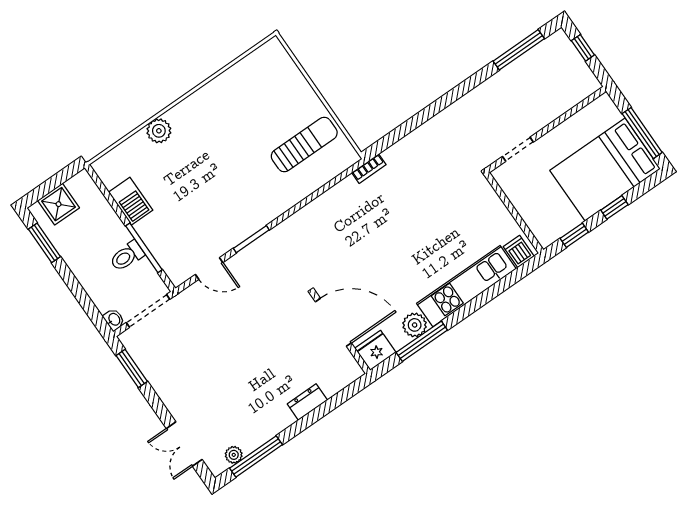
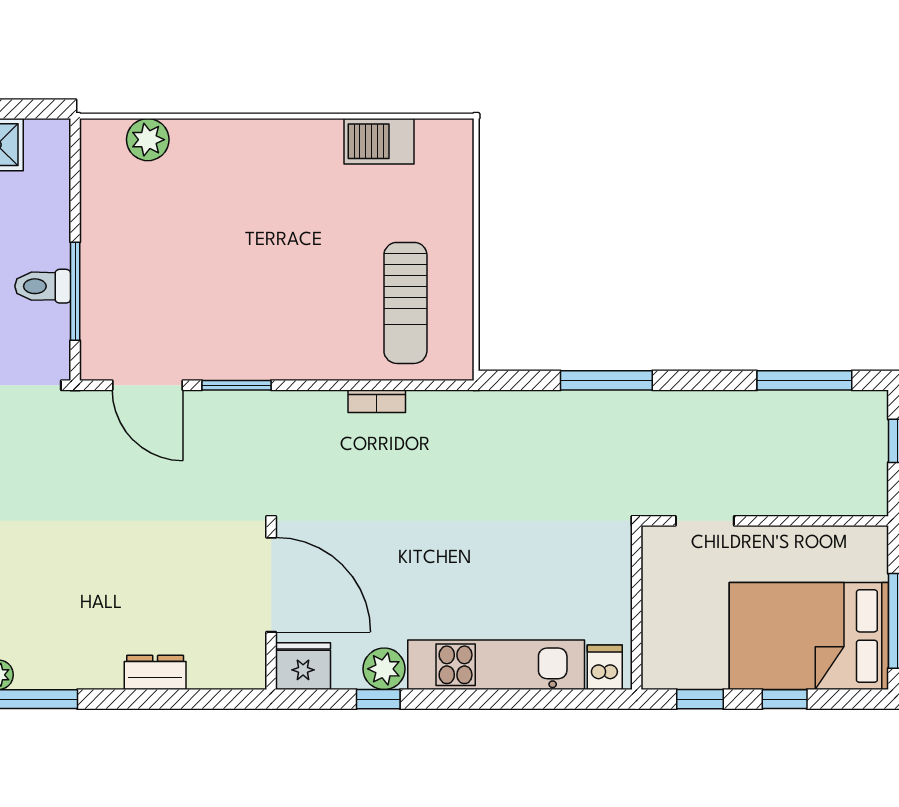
window: (425, 115) -> (606, 380), added
plant: (159, 131) -> (148, 140), moved
sun lounger: (304, 145) -> (405, 303), turned 90
bookcase: (369, 169) -> (377, 401), moved
barbecue: (131, 201) -> (379, 141), moved, turned 90
door: (209, 268) -> (148, 385), width x1.38
window: (422, 341) -> (378, 699), width x0.46

